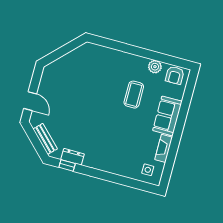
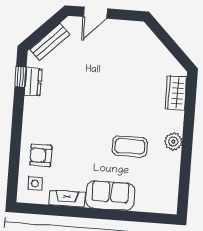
wardrobe: (101, 53) -> (176, 93), added
plant: (155, 67) -> (173, 142), moved
armchair: (175, 75) -> (41, 155), moved

